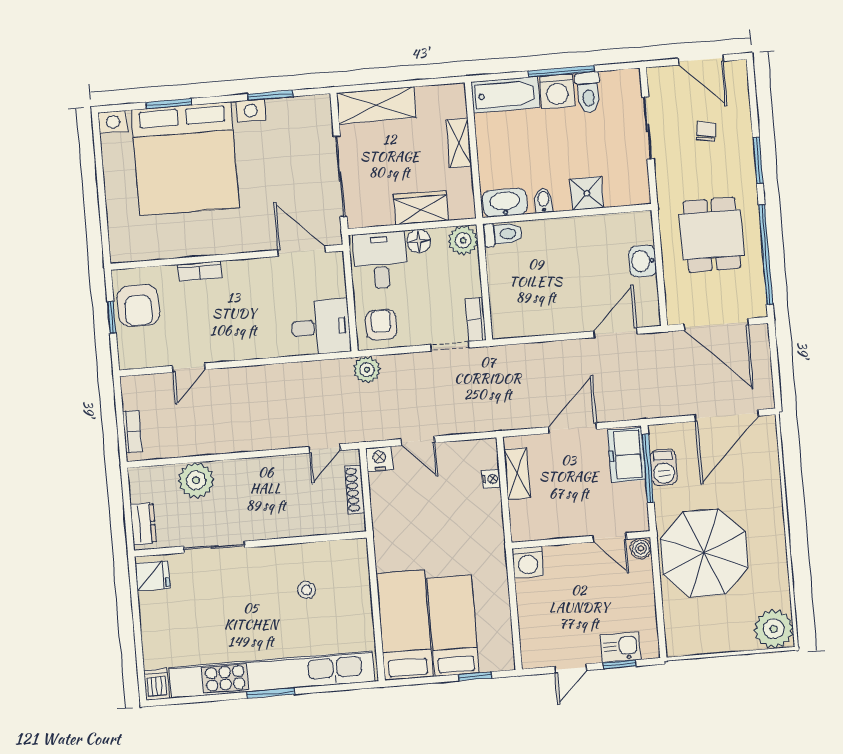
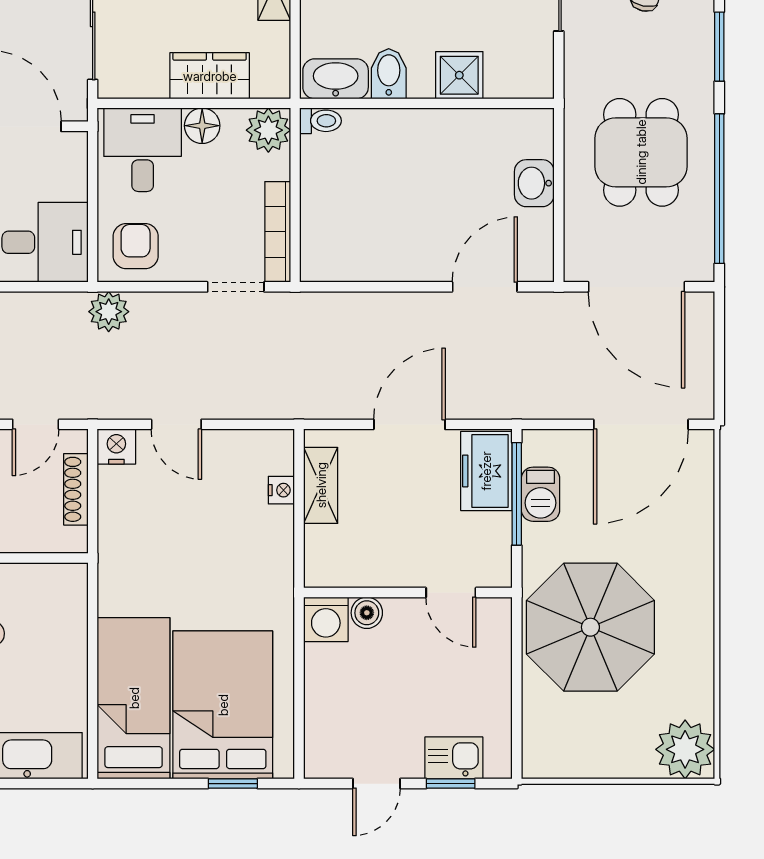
bidet: (543, 201) -> (389, 74), width x1.38, depth x1.36
toilet: (503, 234) -> (321, 121), width x0.73, depth x0.72
bookcase: (476, 320) -> (278, 232), width x1.56
boiler: (641, 548) -> (367, 613), moved
bed: (453, 626) -> (223, 705), width x1.50

